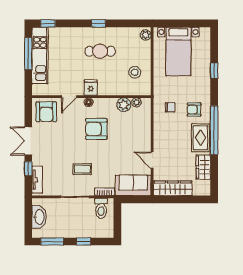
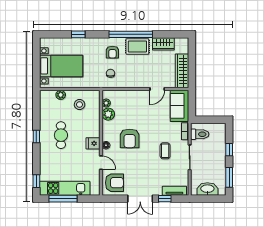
plant: (146, 35) -> (61, 95), moved

